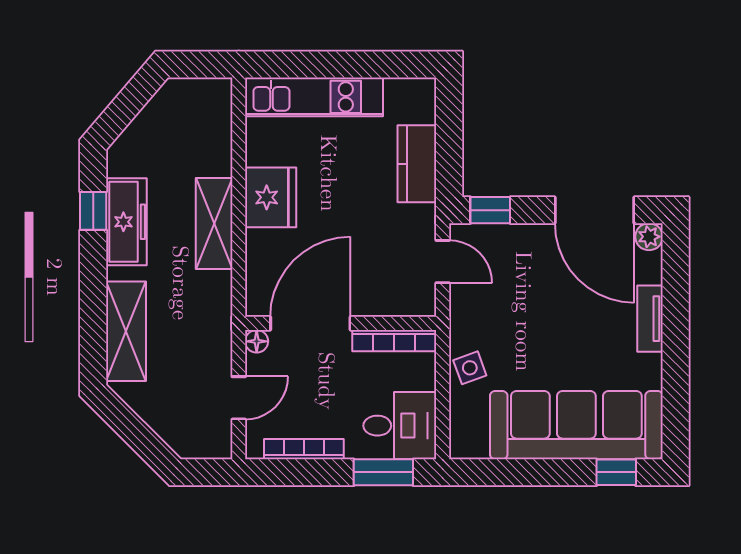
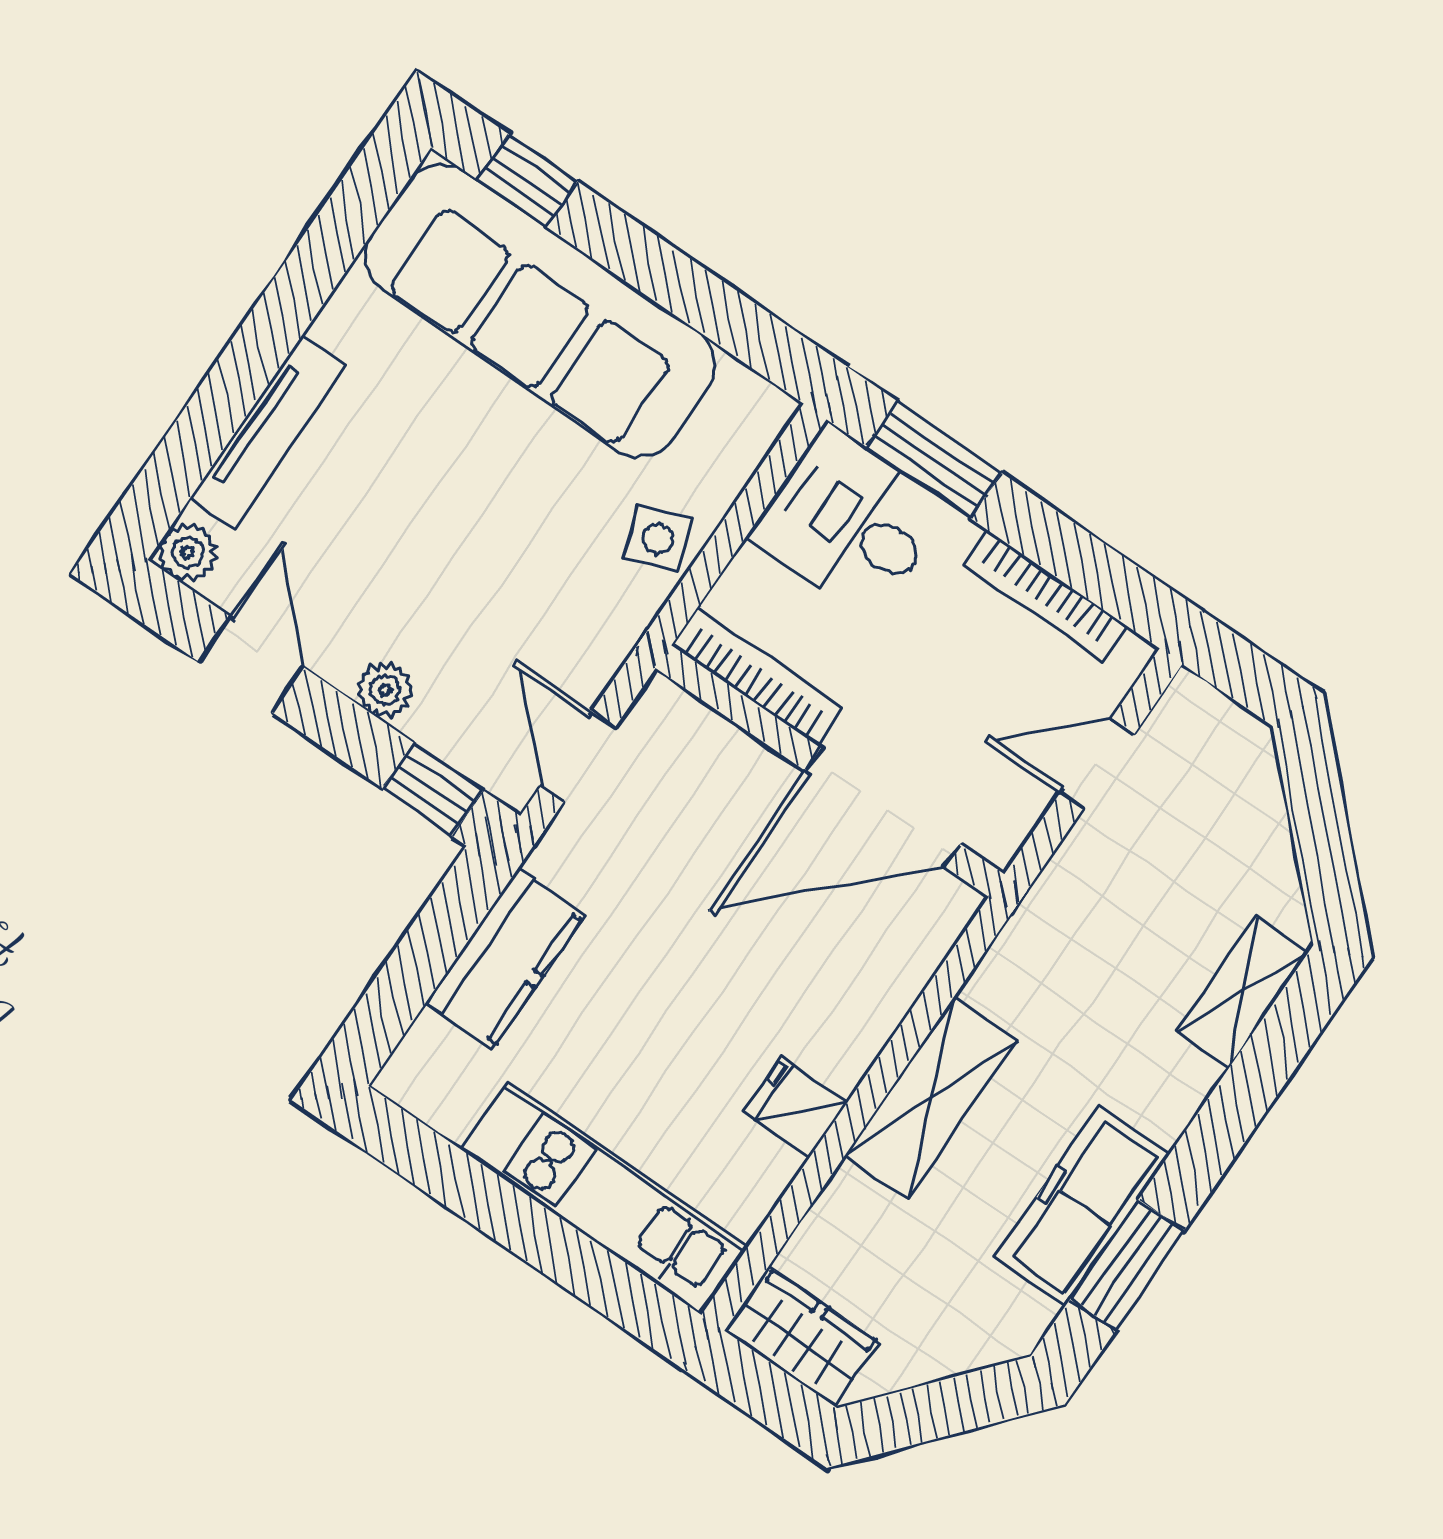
wardrobe: (201, 96) -> (802, 1337), added
fridge: (271, 197) -> (795, 1107), width x0.53, depth x0.75
door: (594, 210) -> (251, 664), width x0.53
window: (93, 211) -> (1127, 1265), width x1.50
plant: (535, 236) -> (385, 690), added
tv unit: (650, 319) -> (268, 432), width x1.41
shelving: (126, 331) -> (1243, 992), width x0.67, depth x0.75
floor lamp: (257, 341) -> (998, 841), removed

